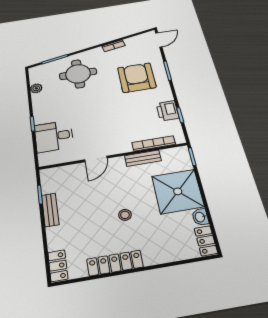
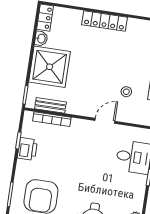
bench: (143, 158) -> (50, 105), moved
stool: (125, 215) -> (126, 92), moved
locker: (115, 263) -> (105, 21), moved

